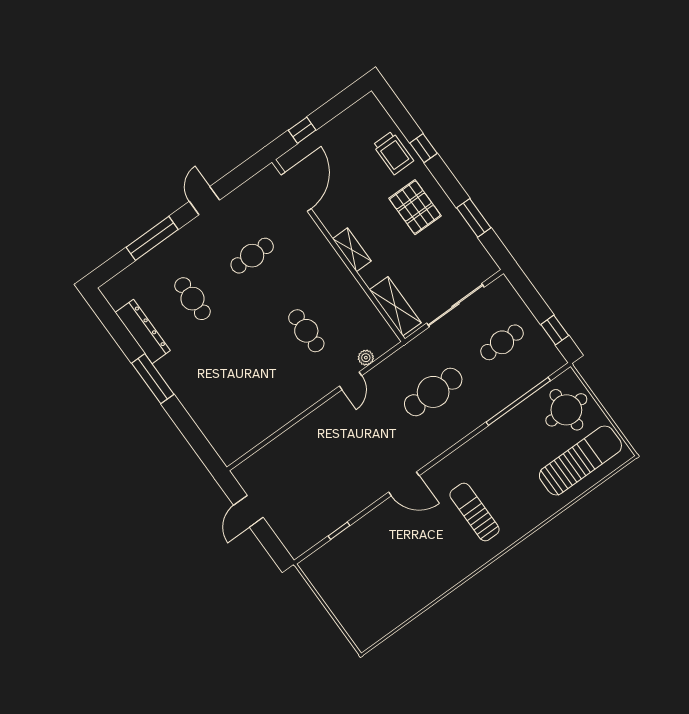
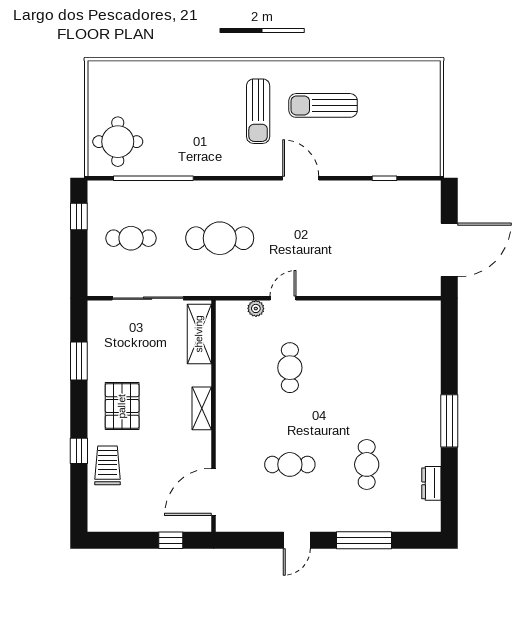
dresser: (143, 332) -> (431, 483), width x0.51, depth x0.80
sun lounger: (580, 460) -> (323, 105), moved, width x0.73, depth x0.75
door: (248, 511) -> (449, 250), width x1.88

